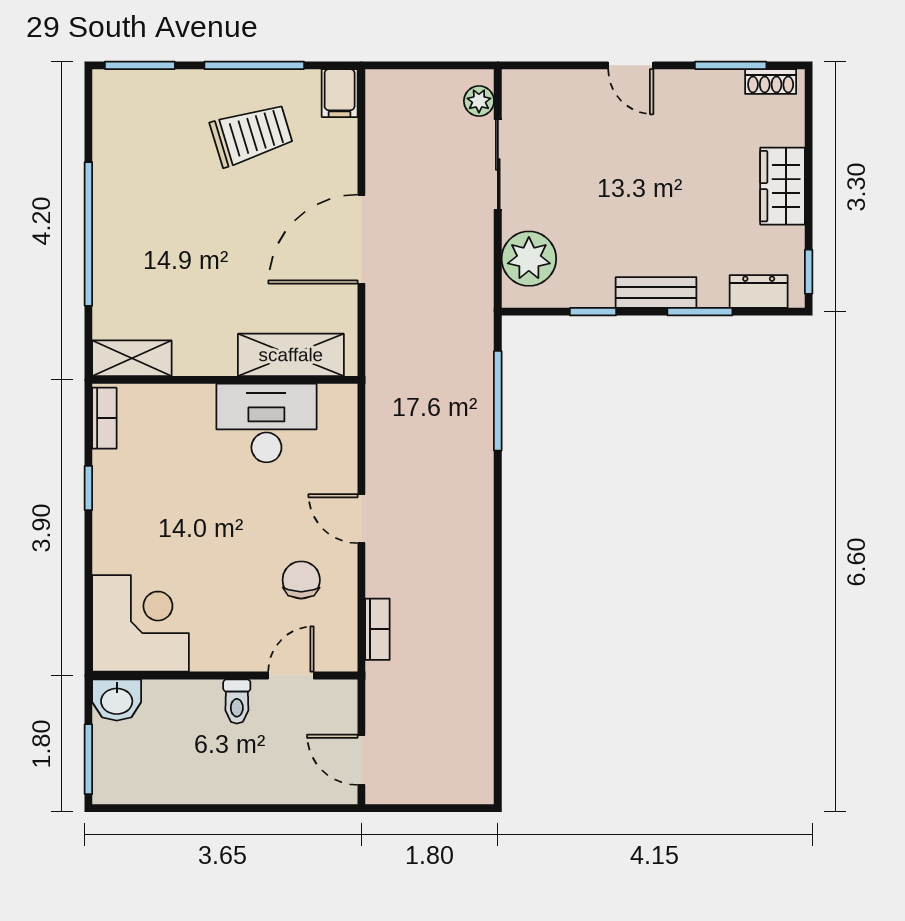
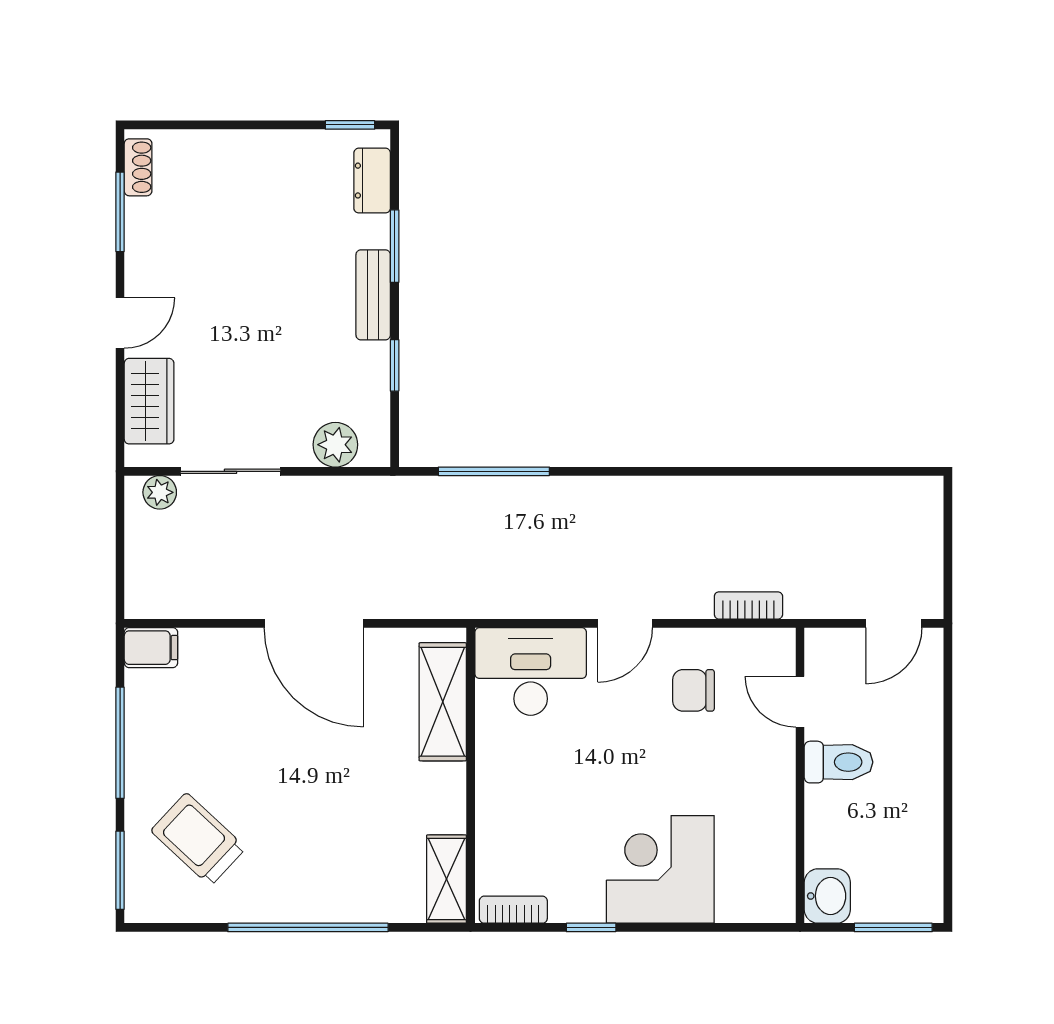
trolley: (251, 135) -> (198, 839), moved, turned -30
wardrobe: (782, 186) -> (149, 401), moved, turned -90
plant: (529, 259) -> (335, 445), width x0.73, depth x0.73
desk: (266, 423) -> (531, 671), moved, turned 90
corner desk: (141, 623) -> (660, 869), moved
toilet: (237, 702) -> (839, 762), width x1.37, depth x1.39

